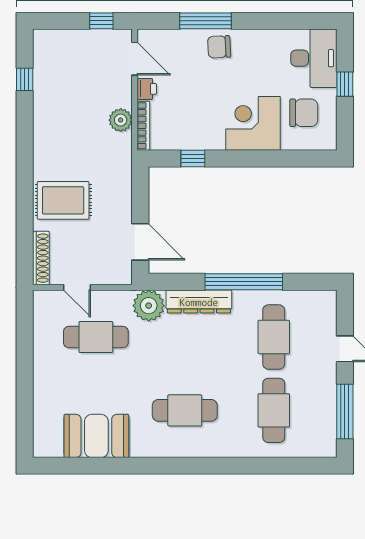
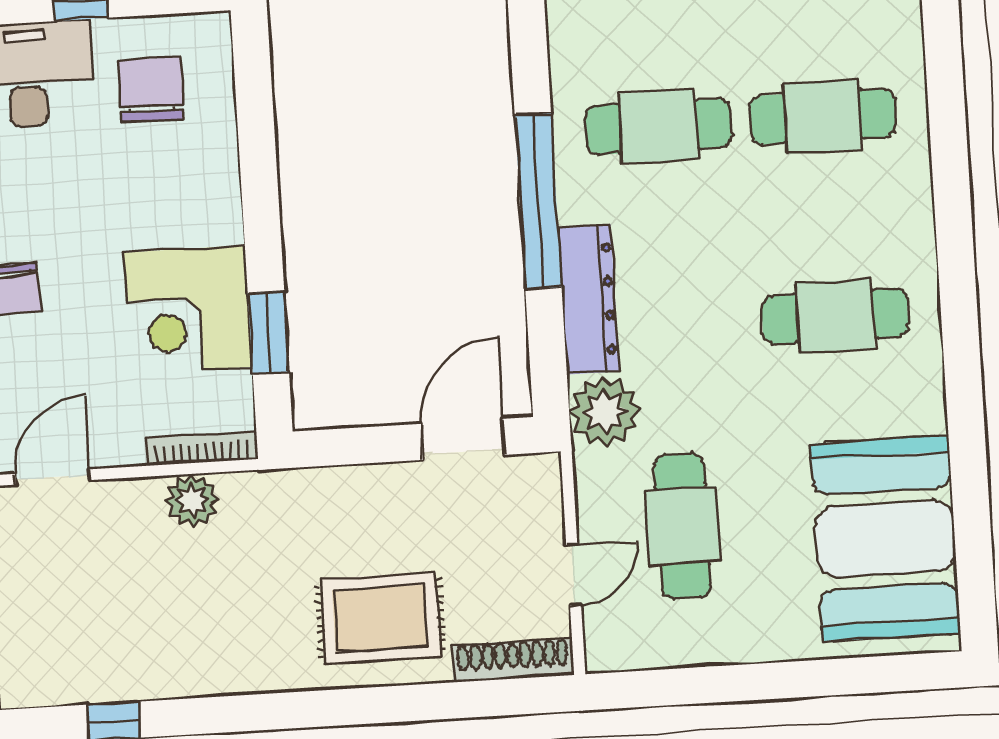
printer: (147, 89) -> (119, 446), removed
corner desk: (253, 123) -> (188, 310), moved
window: (193, 159) -> (268, 333), width x1.50
rug: (63, 200) -> (380, 618), turned 90
cafe table: (185, 410) -> (835, 316), turned 90
booth: (96, 436) -> (885, 539), width x1.36, depth x1.42

